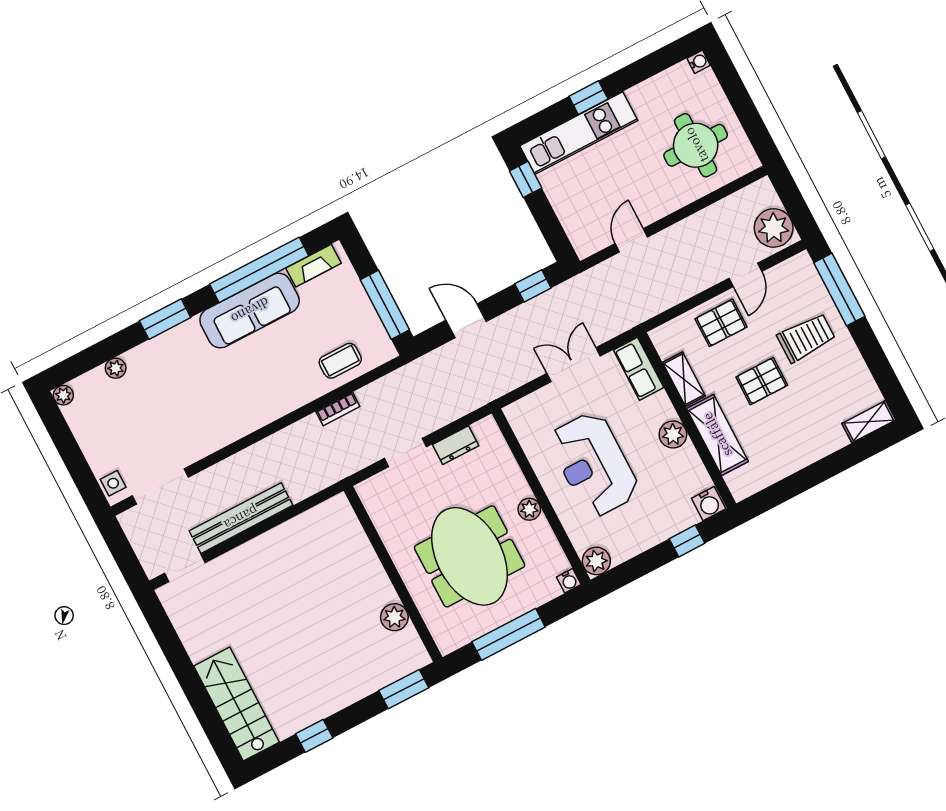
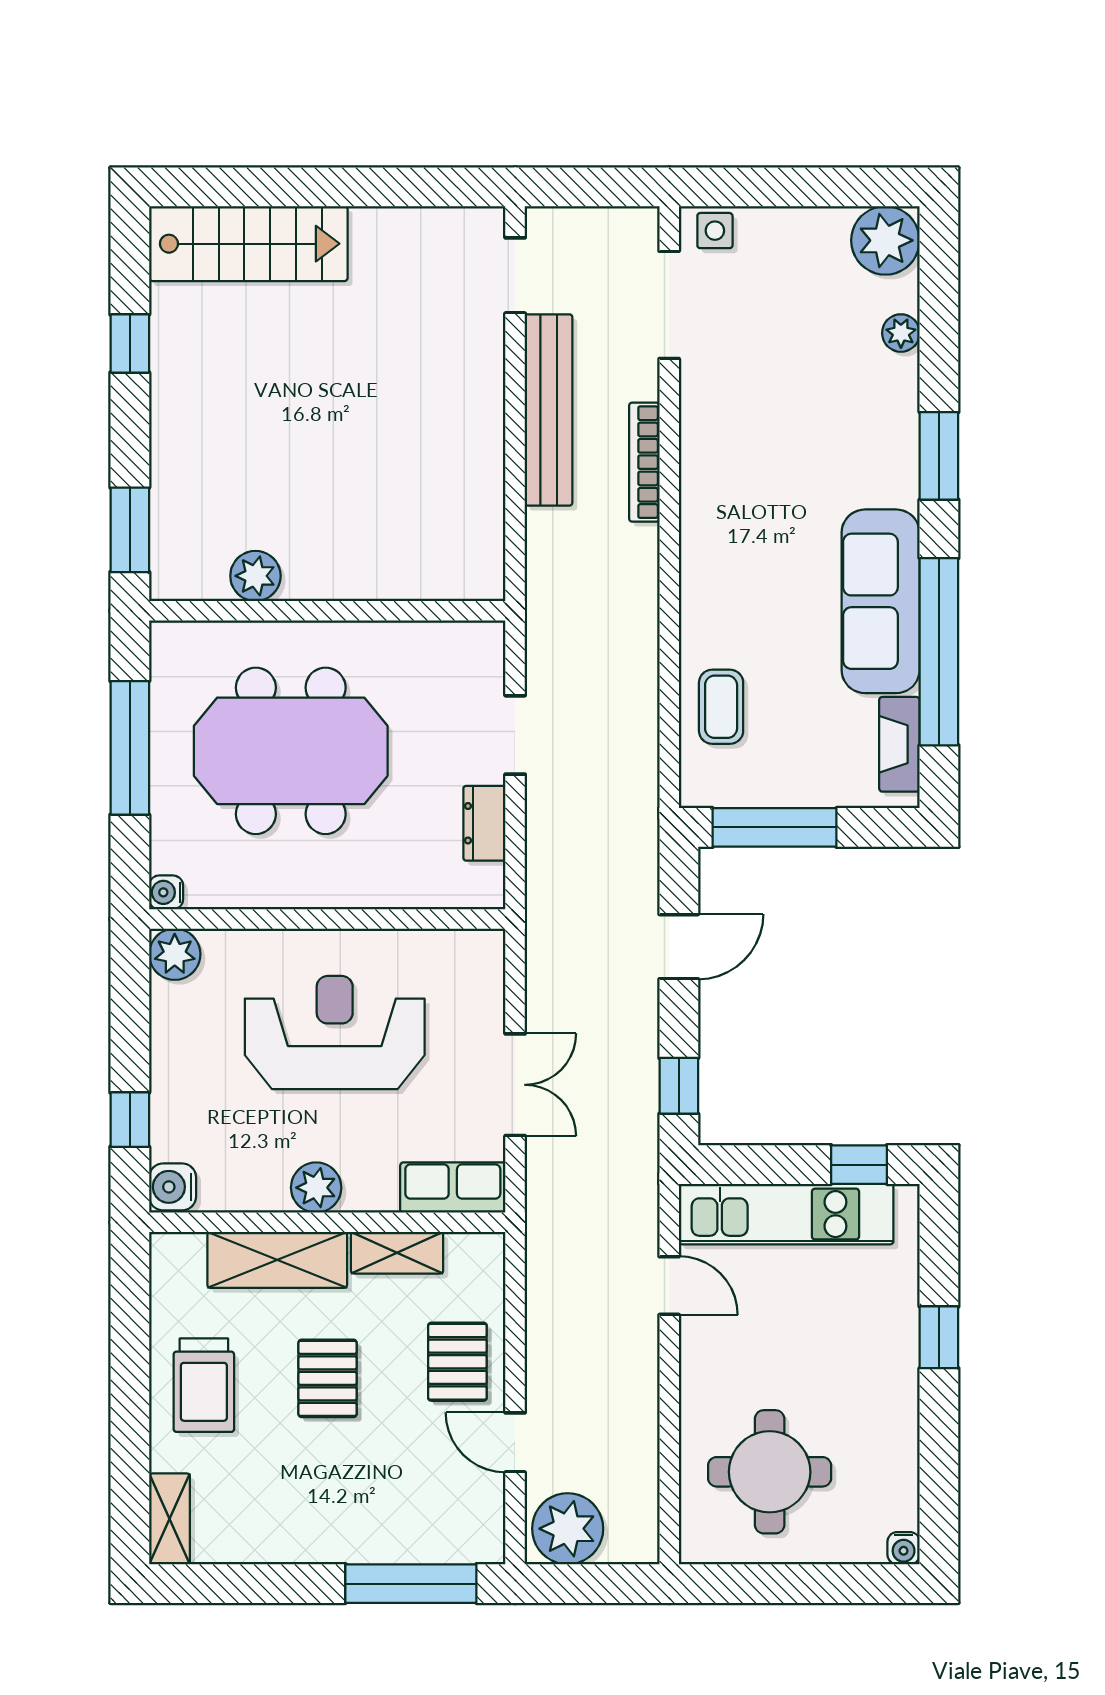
kitchen unit: (579, 133) -> (786, 1214), moved, turned -90
trolley: (806, 338) -> (204, 1385), moved
plant: (63, 395) -> (885, 240), width x1.88, depth x1.88
bookcase: (338, 409) -> (644, 462), moved, width x1.56
plant: (529, 509) -> (317, 889), removed

